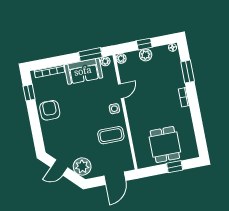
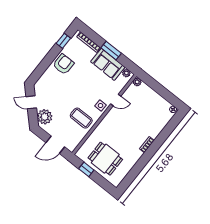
window: (144, 44) -> (160, 89), removed
window: (90, 55) -> (111, 51), moved
plant: (146, 55) -> (153, 96), removed
window: (188, 72) -> (166, 133), removed
dining table: (165, 145) -> (105, 159), turned 90
window: (175, 167) -> (86, 169), moved

